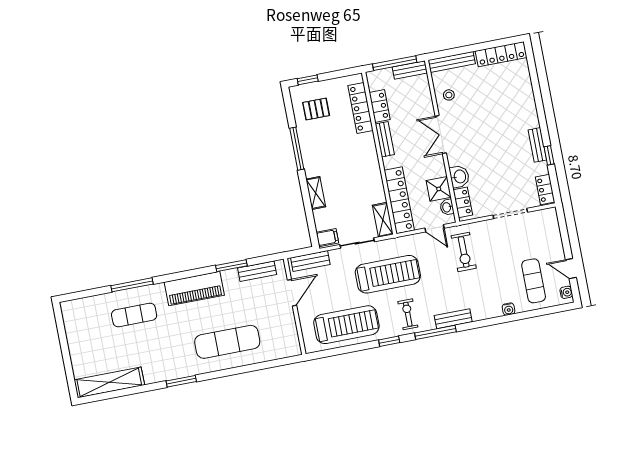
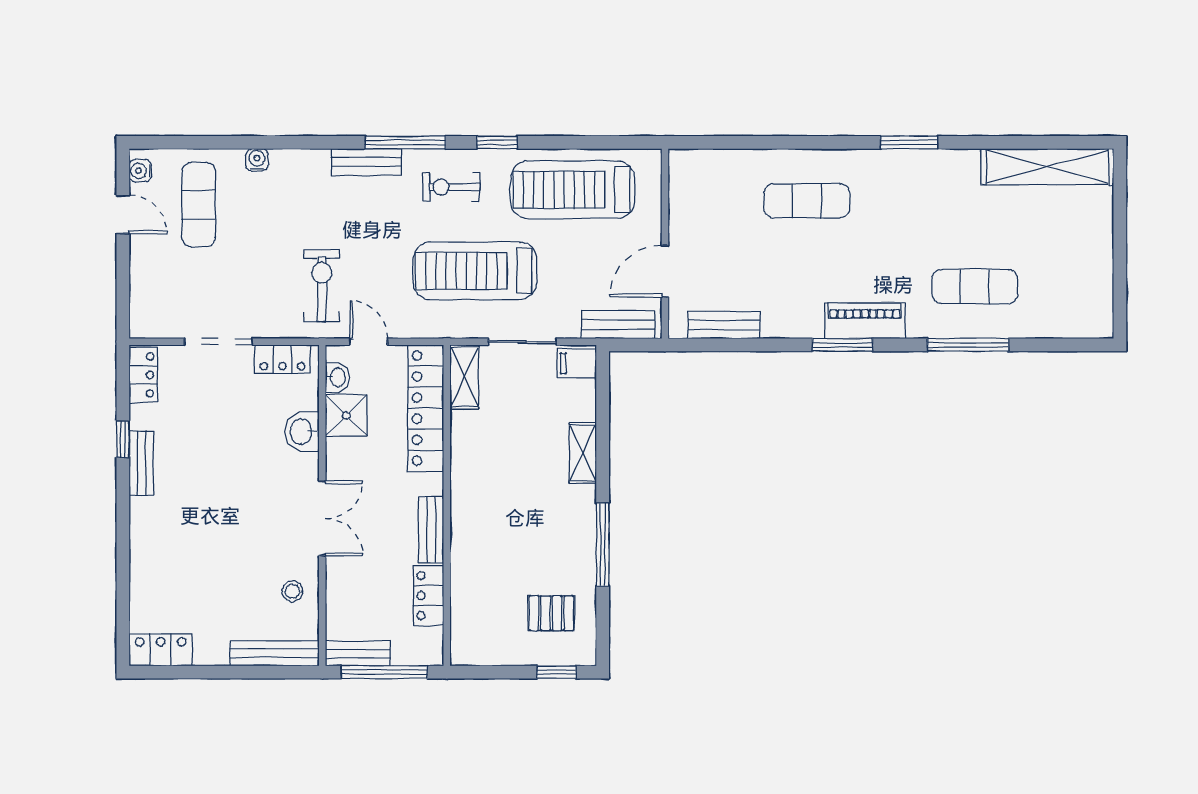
locker: (501, 54) -> (161, 650), width x0.66
locker: (361, 108) -> (466, 599), removed
locker: (463, 202) -> (282, 359), moved, turned -90
window: (231, 266) -> (842, 345), moved
piano: (194, 289) -> (865, 321), width x0.73, depth x0.75
exercise bike: (408, 314) -> (451, 187), turned 90
exercise mat: (227, 342) -> (807, 201), width x0.73, depth x0.69

